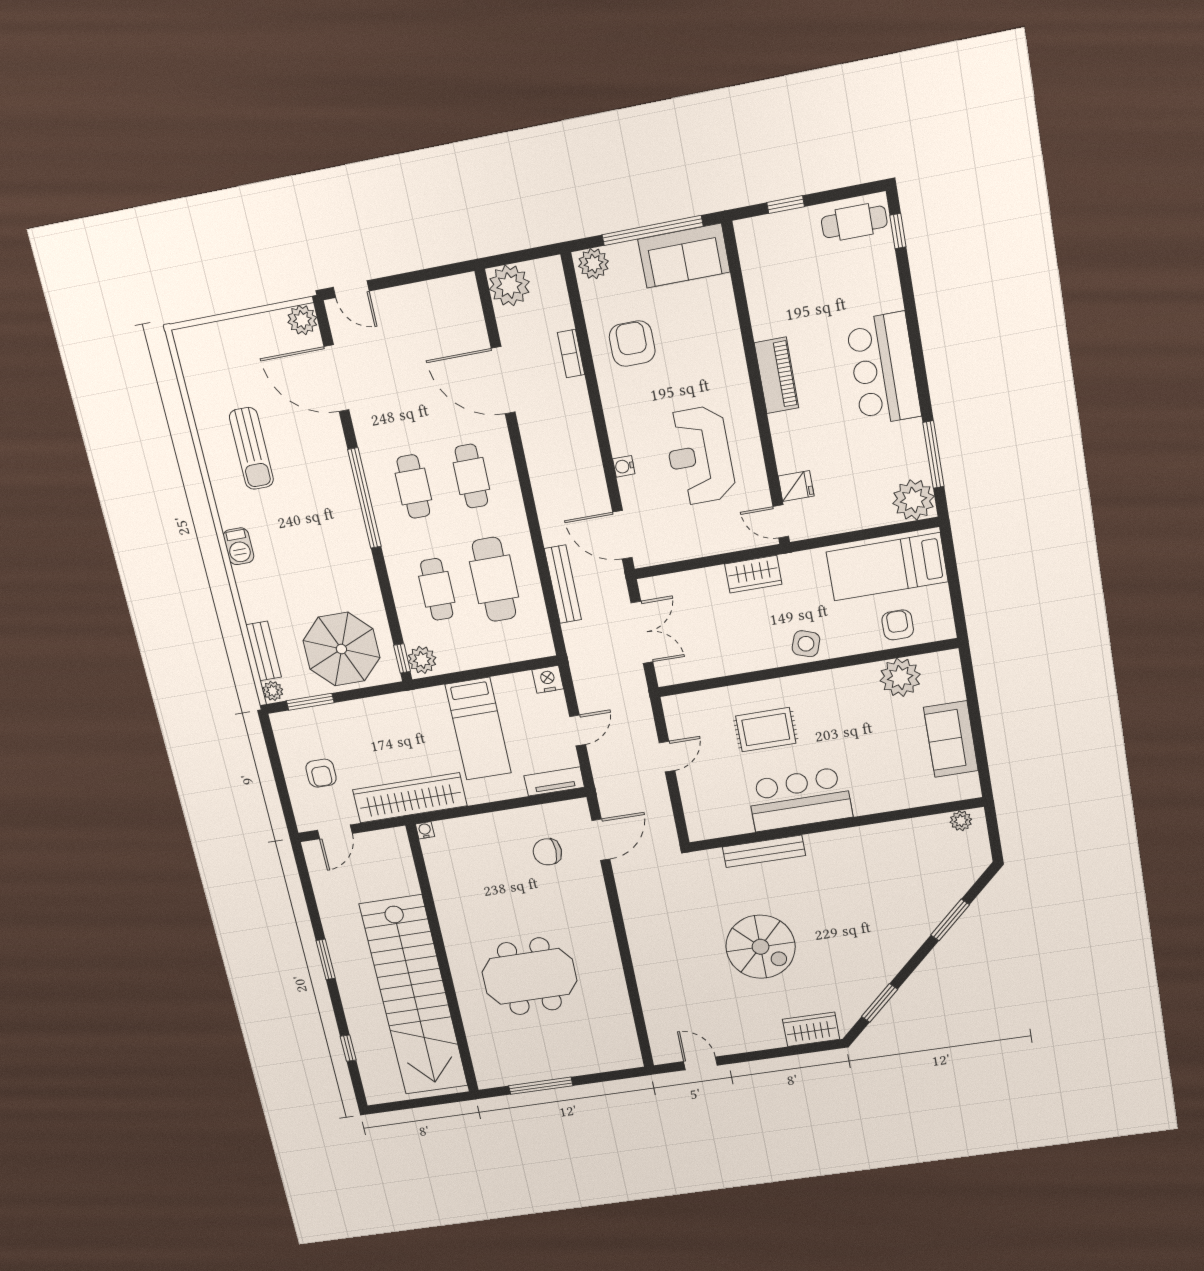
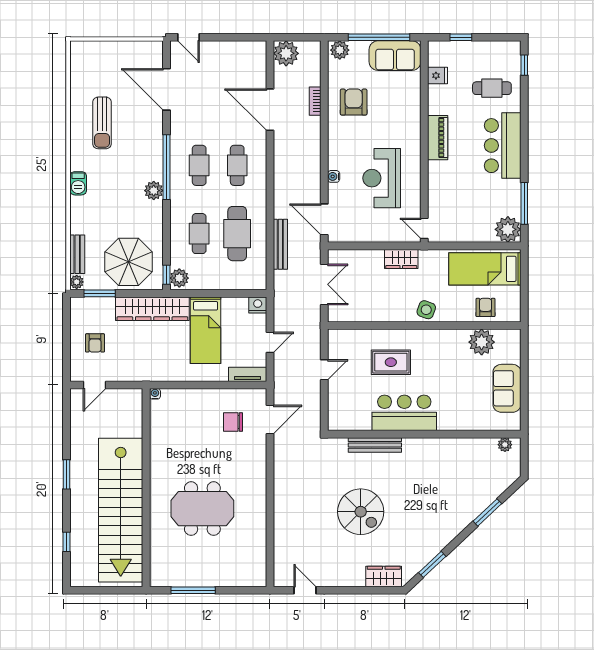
cafe table: (854, 222) -> (492, 88), moved
plant: (302, 320) -> (154, 191), moved
fridge: (796, 486) -> (438, 76), moved
wardrobe: (410, 798) -> (152, 309), moved, turned 180

